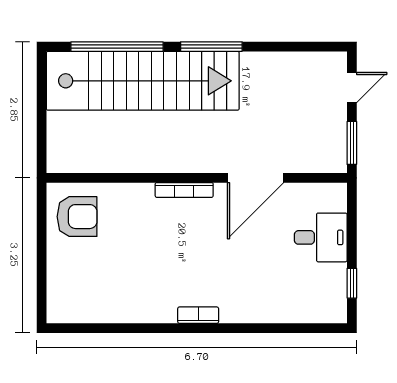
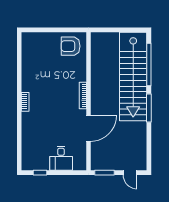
door: (256, 178) -> (88, 128), swing flipped
armchair: (77, 217) -> (71, 46), turned 90

